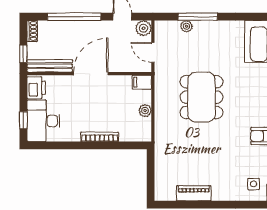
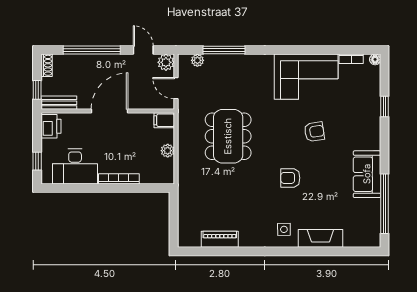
plant: (186, 26) -> (197, 60), moved
bench: (50, 66) -> (59, 103), width x0.73
desk: (43, 121) -> (75, 167), moved, turned -90

